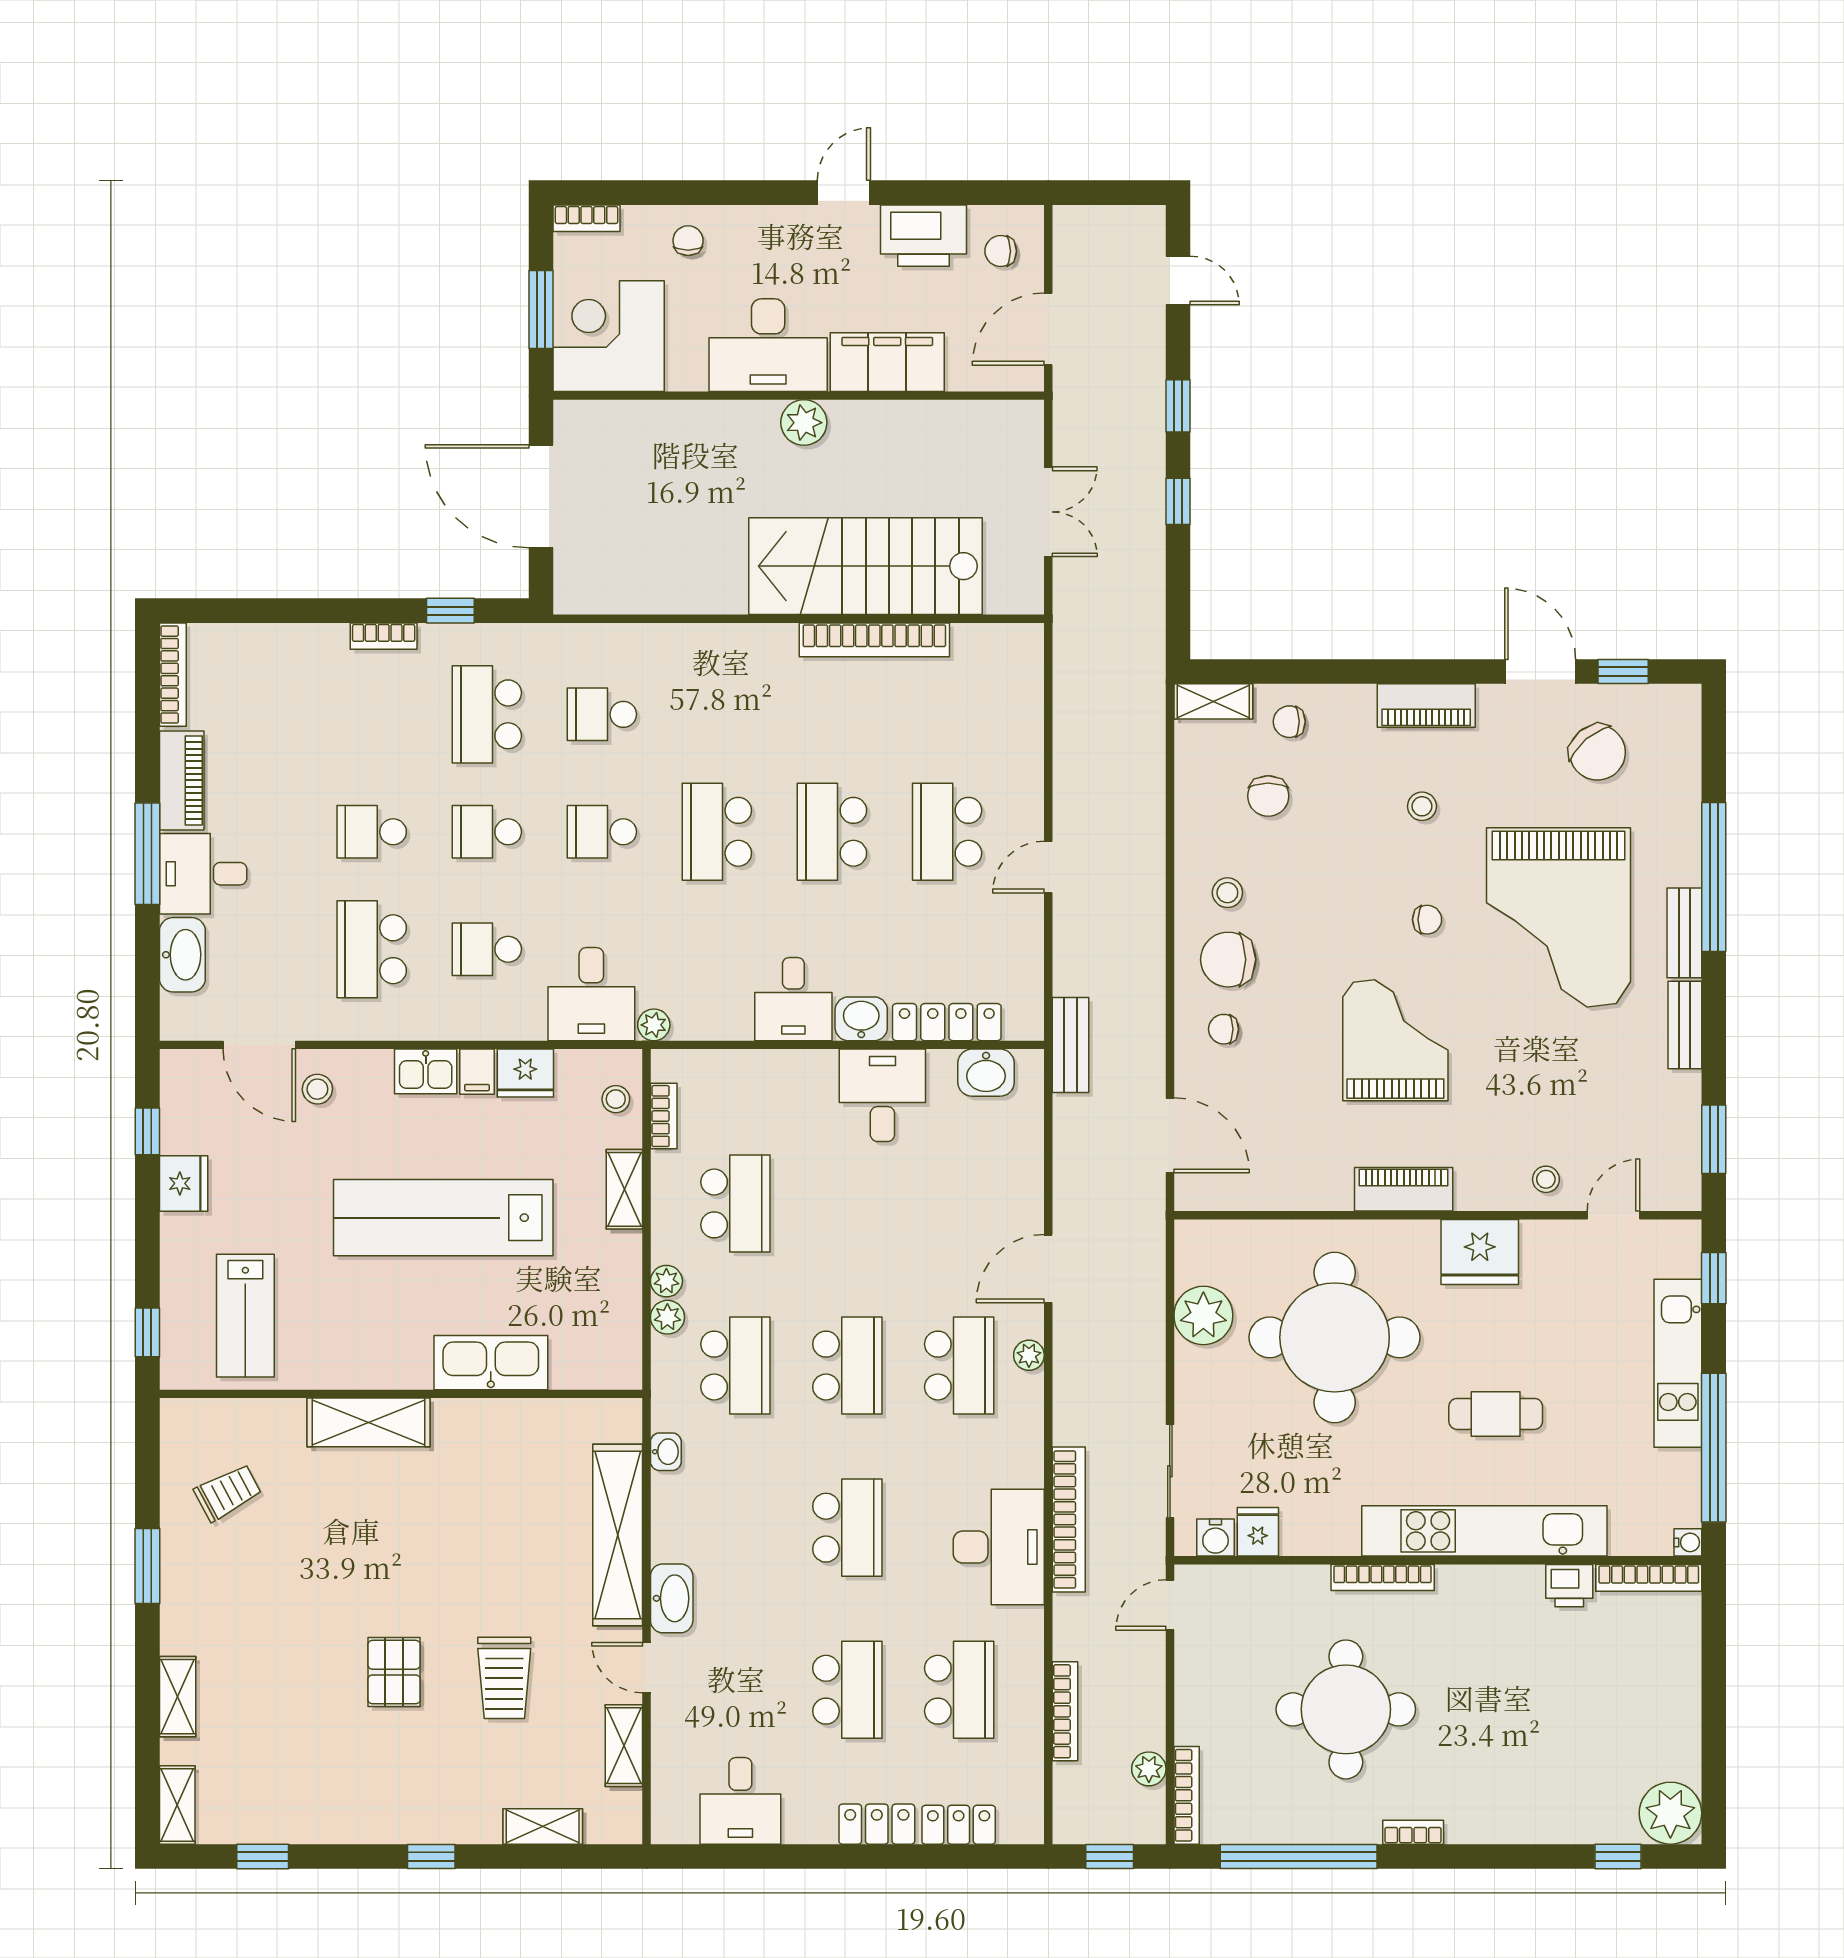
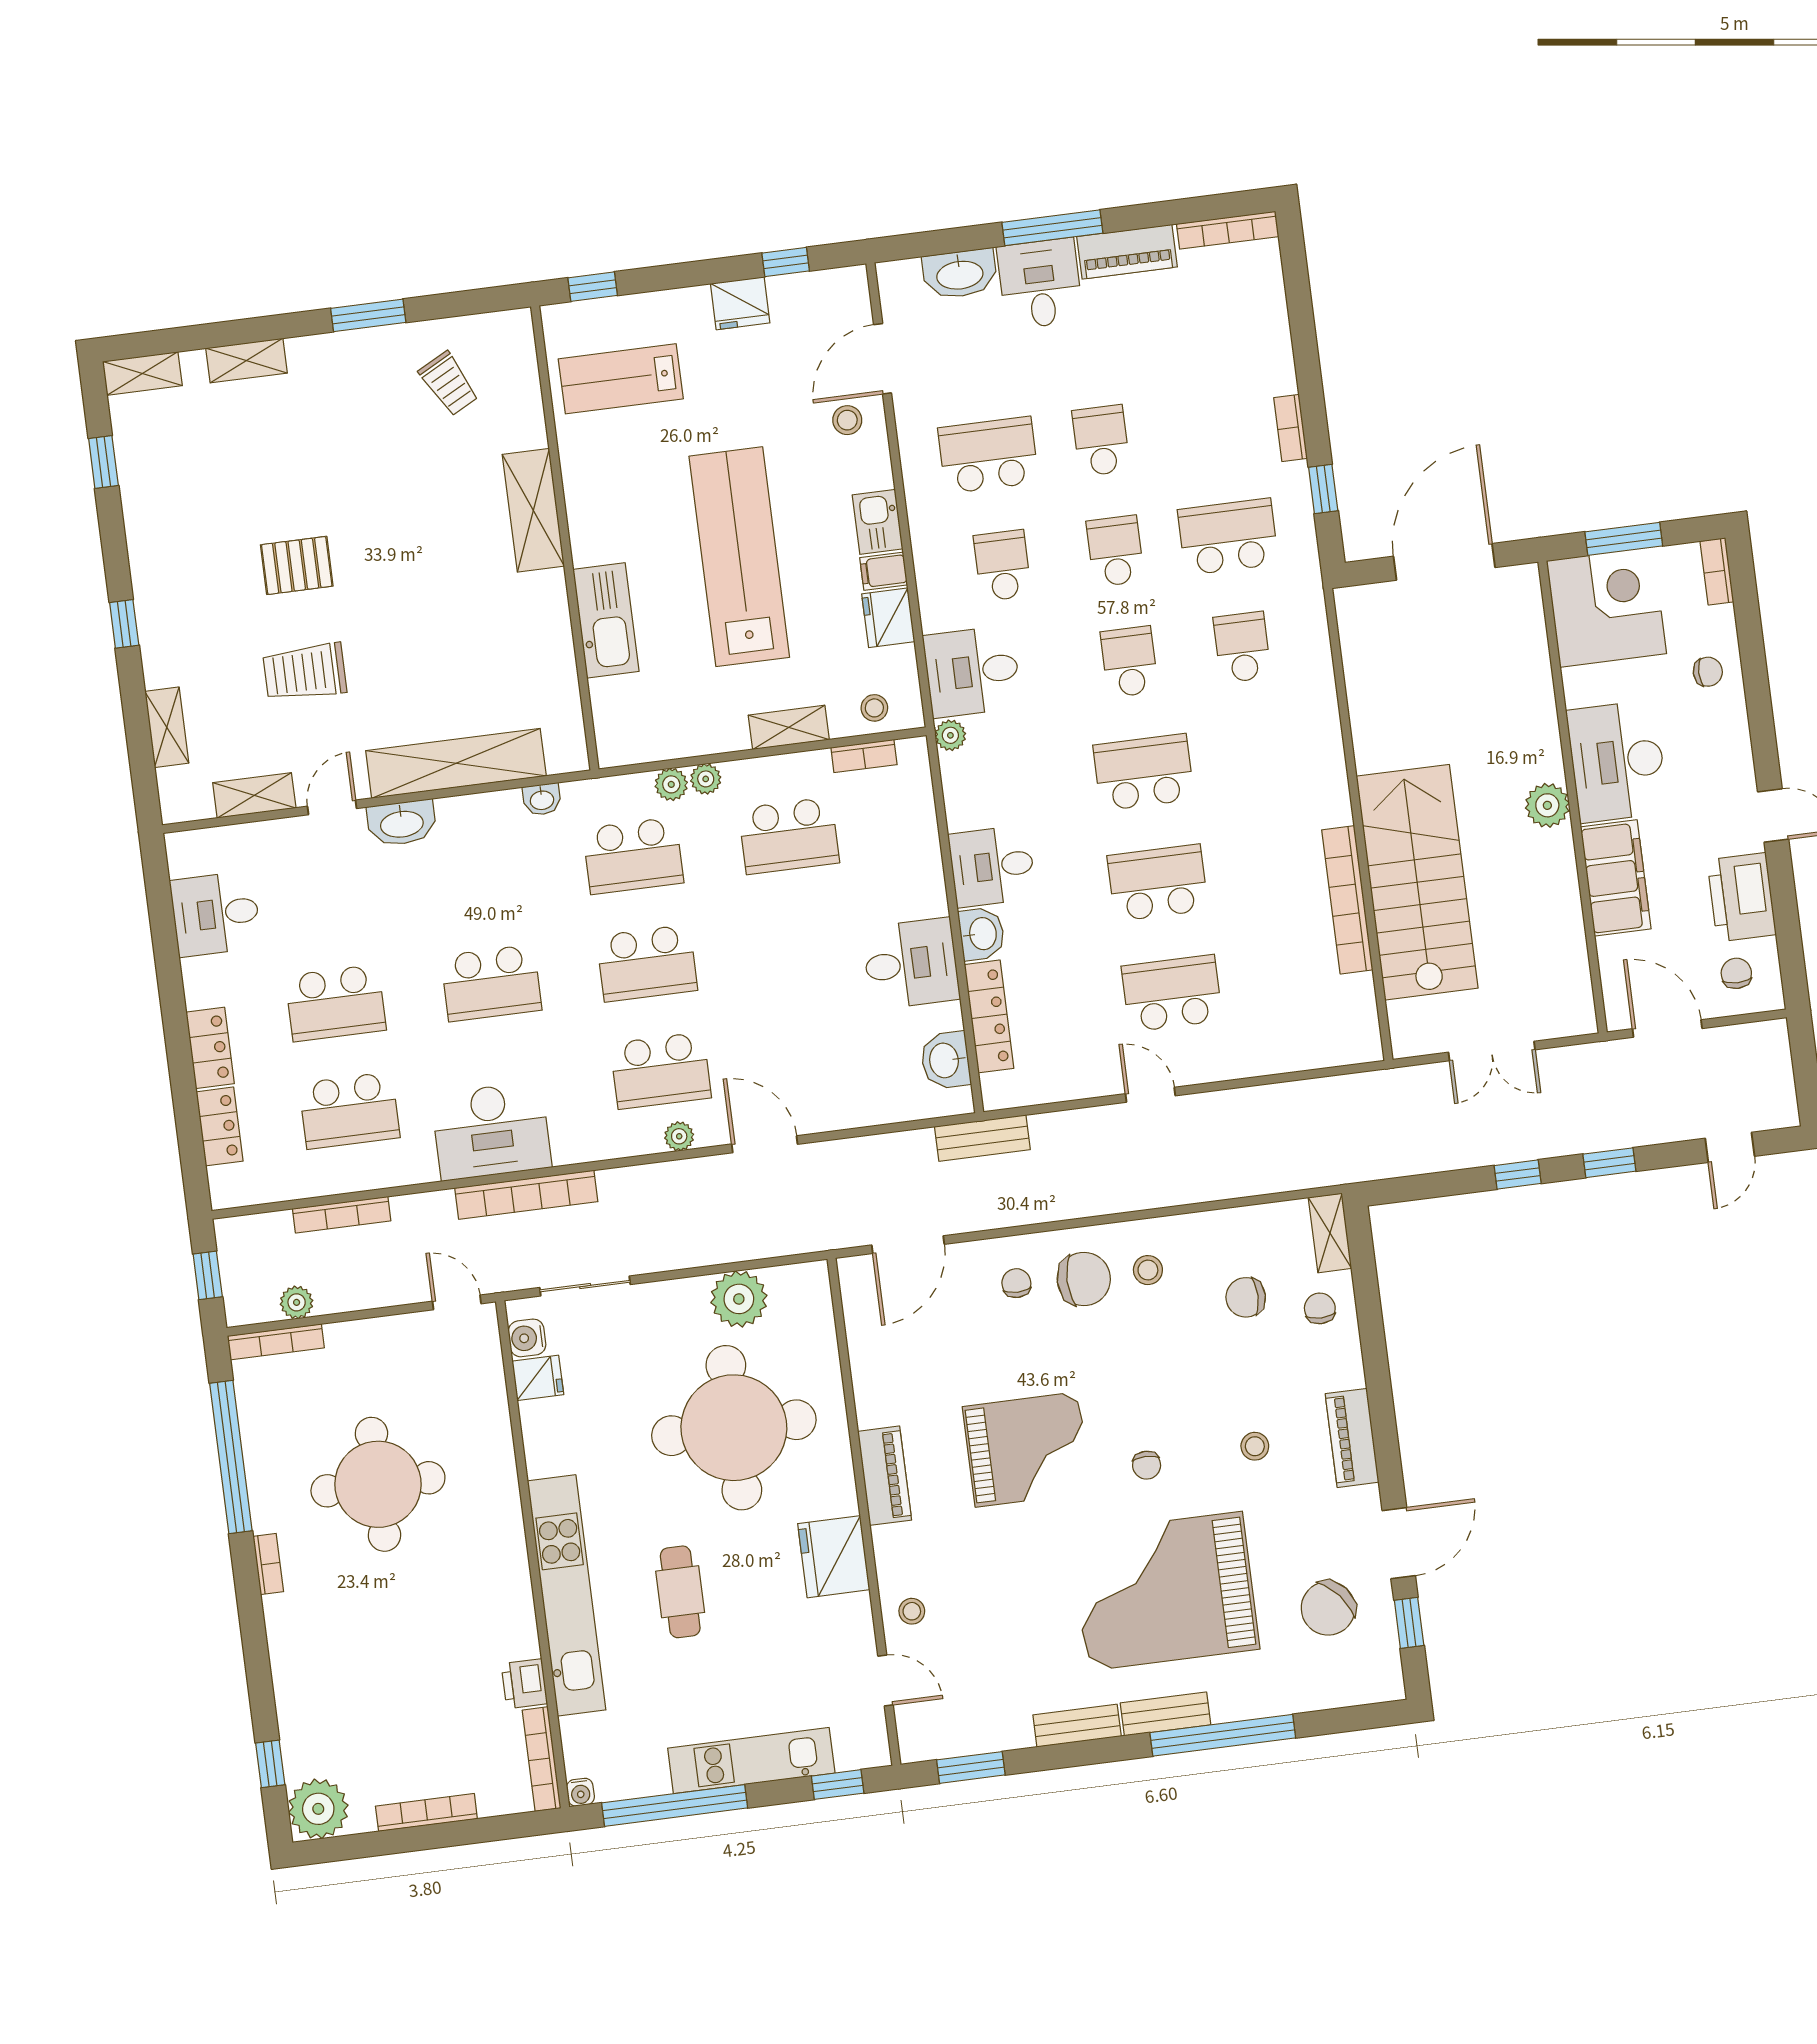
chair: (1228, 960) -> (1084, 1279), turned 90
bookcase: (1383, 1577) -> (426, 1812), moved, turned 90

